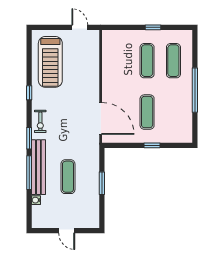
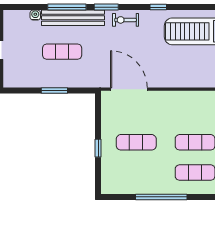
door: (101, 118) -> (129, 89), swing flipped

